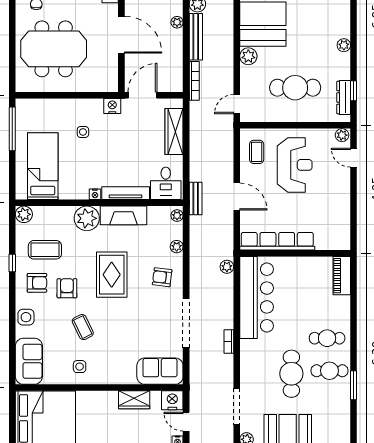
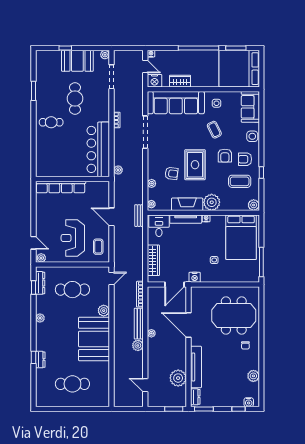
bed: (43, 166) -> (241, 237), width x1.50
row of seats: (277, 241) -> (61, 187), moved
piano: (342, 276) -> (41, 164), removed
armchair: (162, 277) -> (171, 173), moved
sofa: (160, 371) -> (176, 103), width x1.85, depth x1.27
cafe table: (329, 371) -> (50, 100), removed

